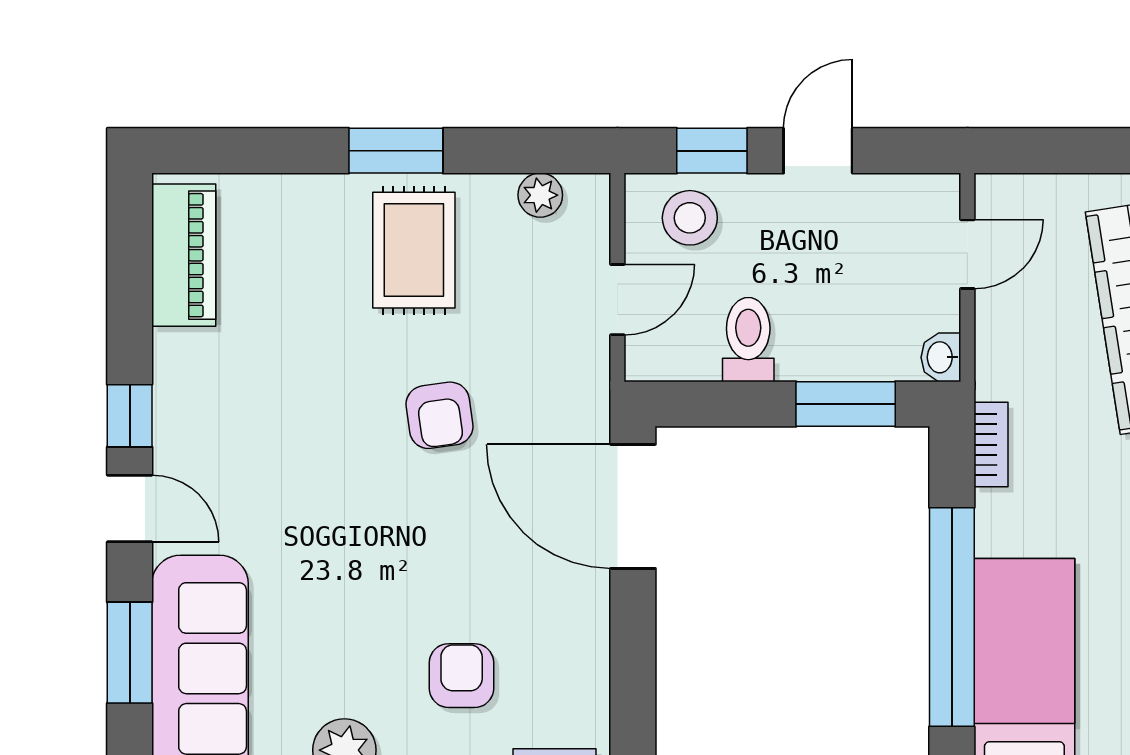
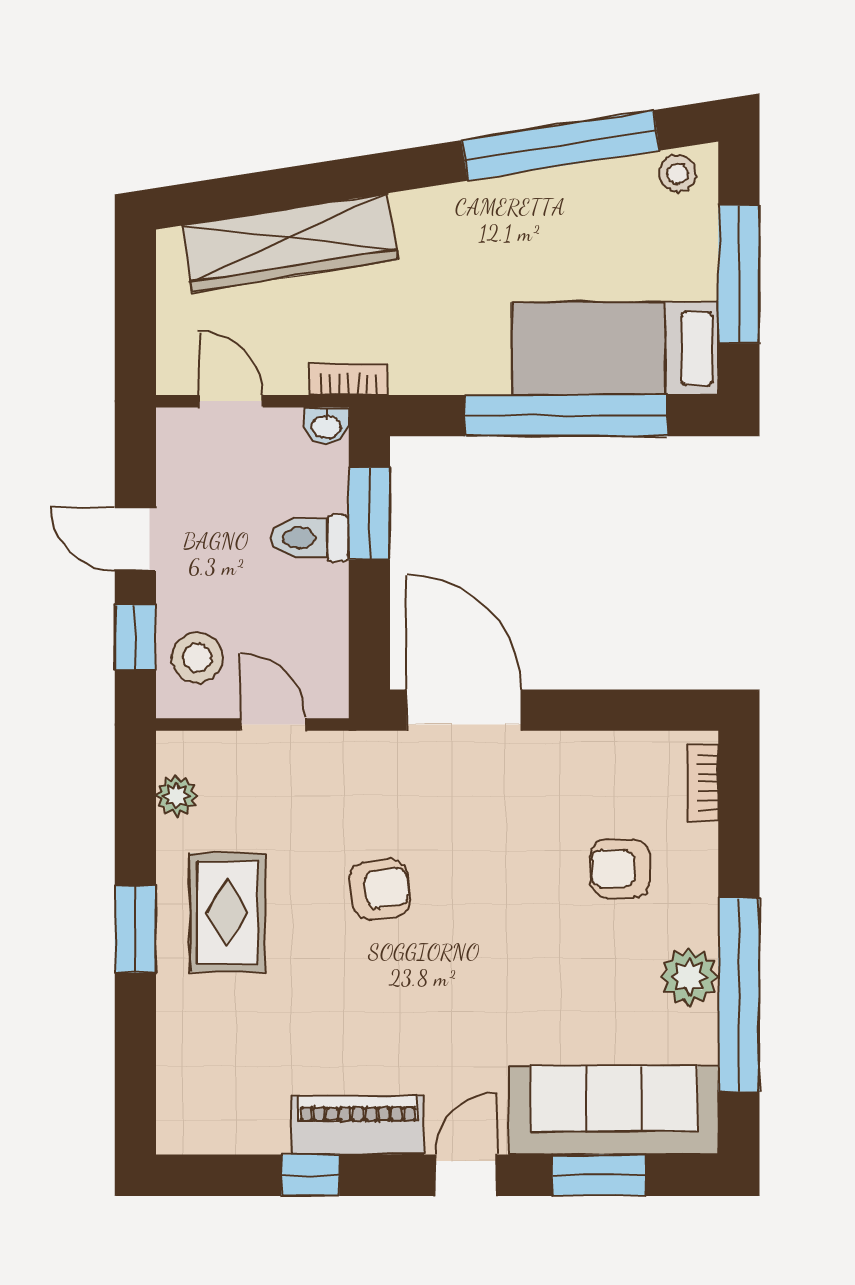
rug: (414, 250) -> (227, 913), turned 90
piano: (184, 255) -> (358, 1125), moved
toilet: (748, 340) -> (310, 538), moved
window: (130, 416) -> (310, 1175), moved
bookcase: (991, 445) -> (349, 379), moved
door: (633, 506) -> (464, 710), swing flipped

